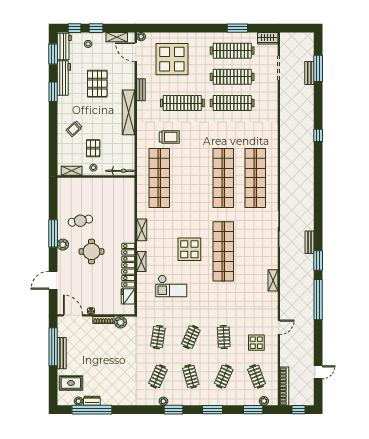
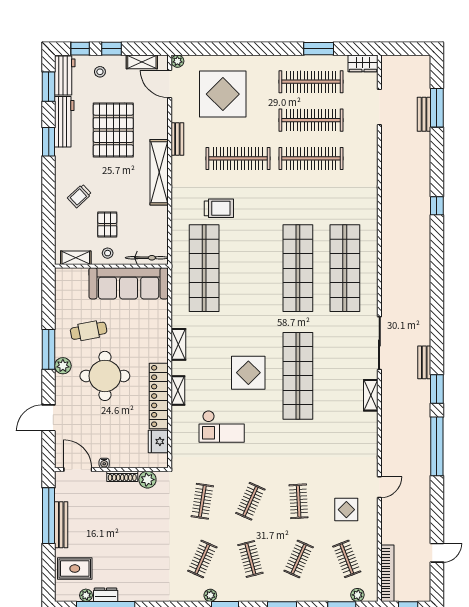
pallet: (97, 84) -> (113, 130), width x1.37, depth x1.41
sofa: (108, 188) -> (129, 283), added
round table: (92, 252) -> (105, 376), width x1.36, depth x1.36
shelving: (273, 280) -> (371, 395), moved

